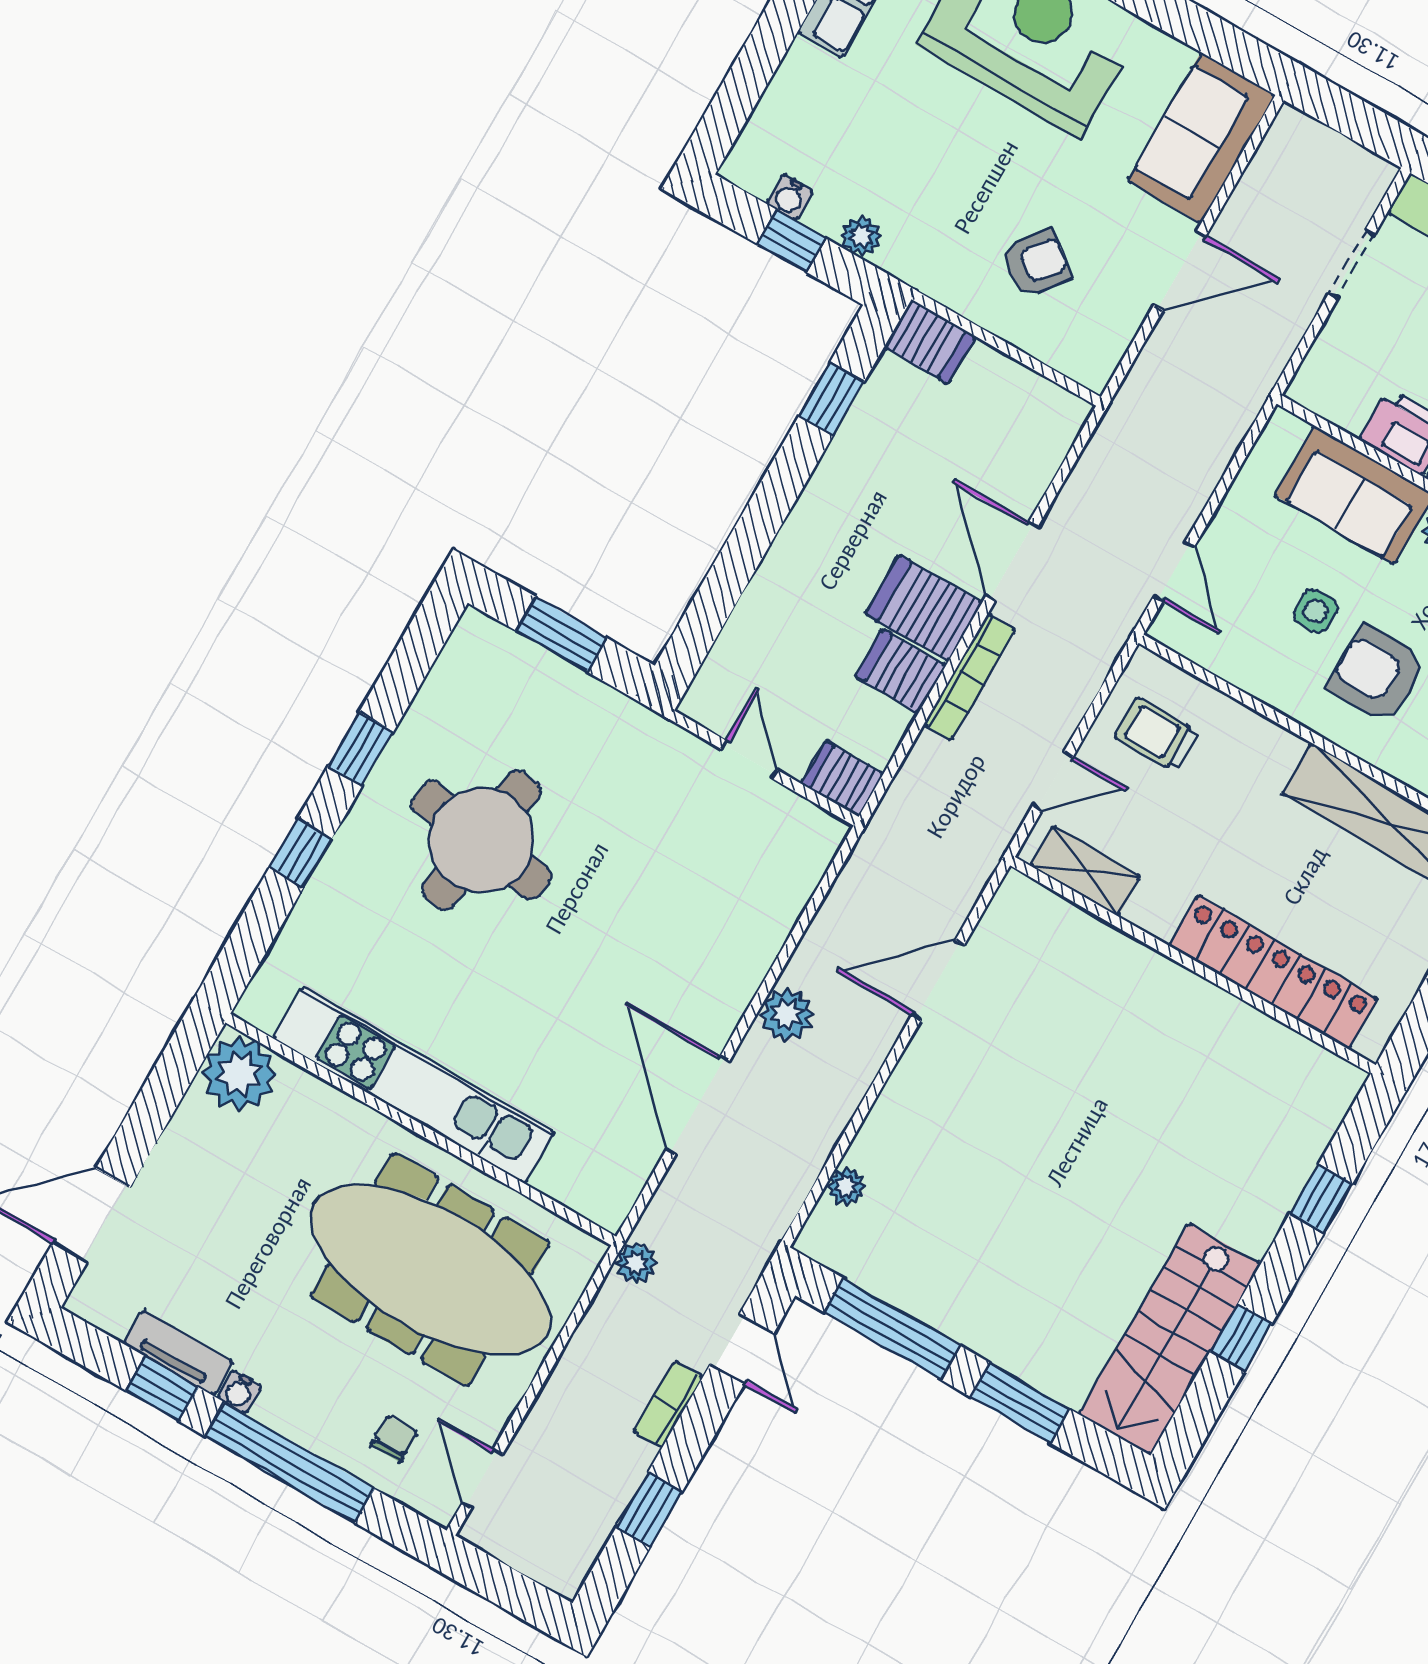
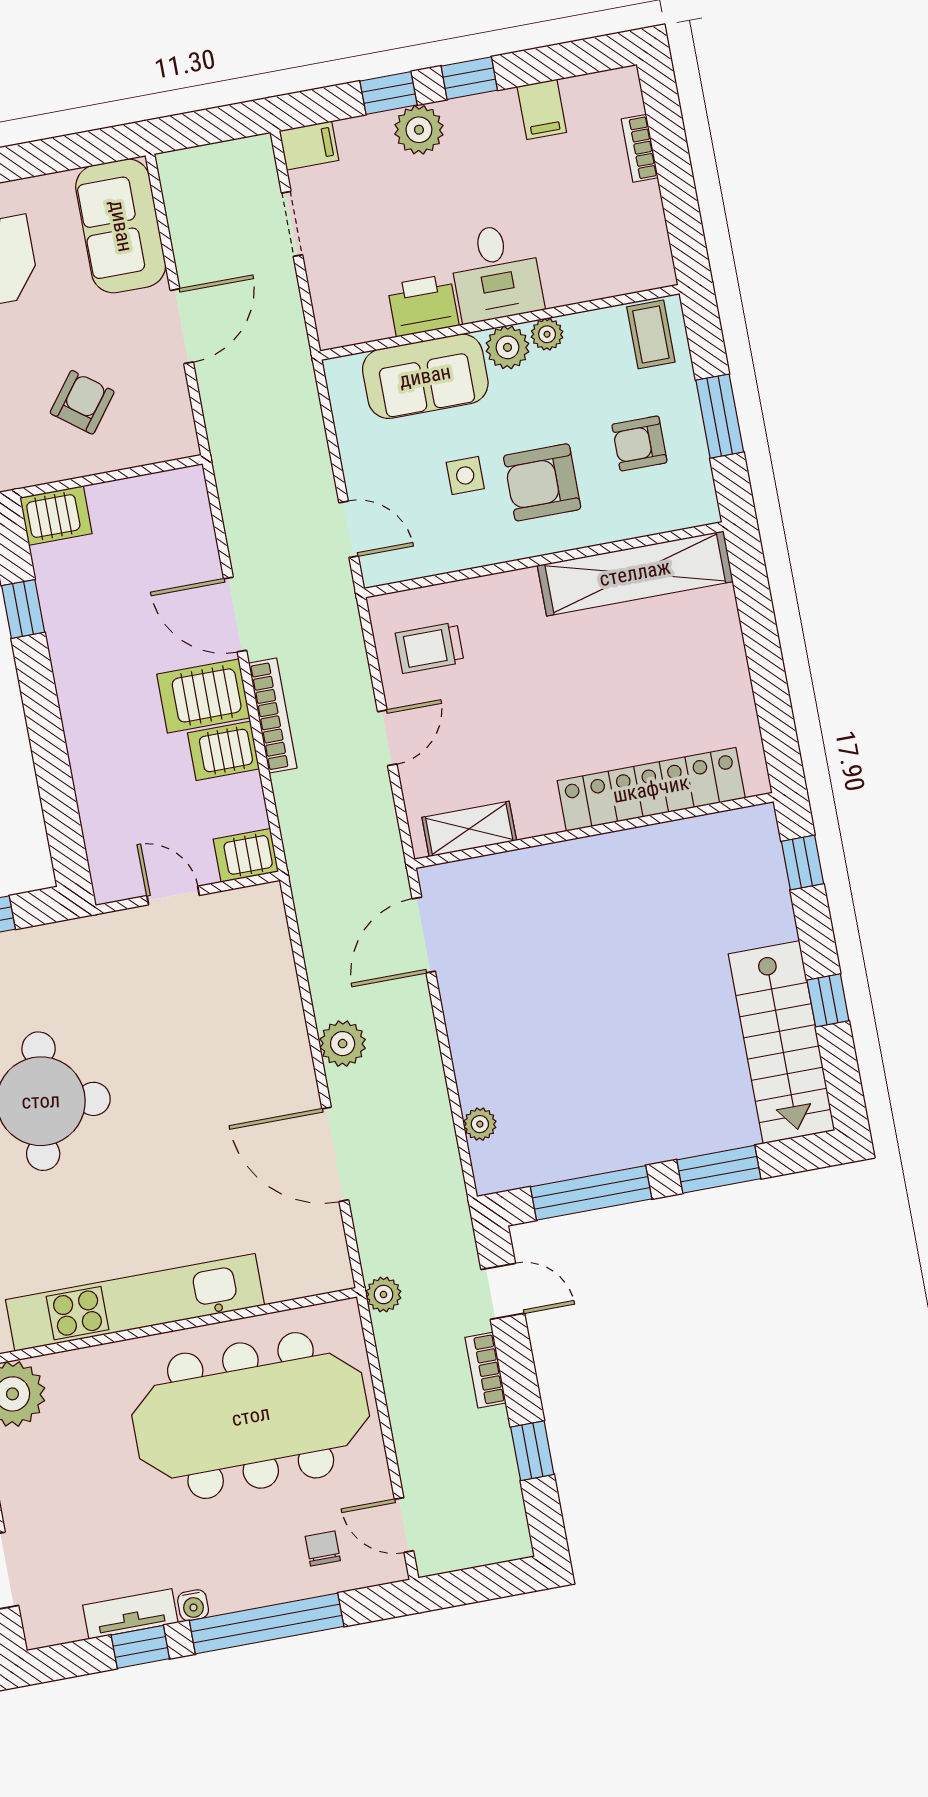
shelving: (1085, 871) -> (469, 829), moved
wall: (1193, 965) -> (594, 830), moved
locker: (1273, 972) -> (651, 789), moved

